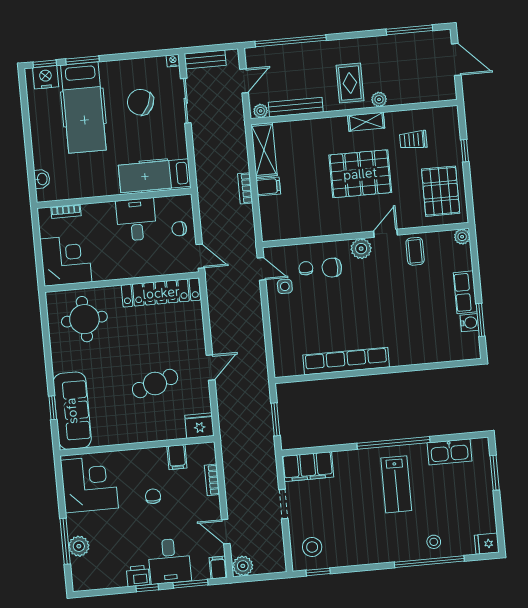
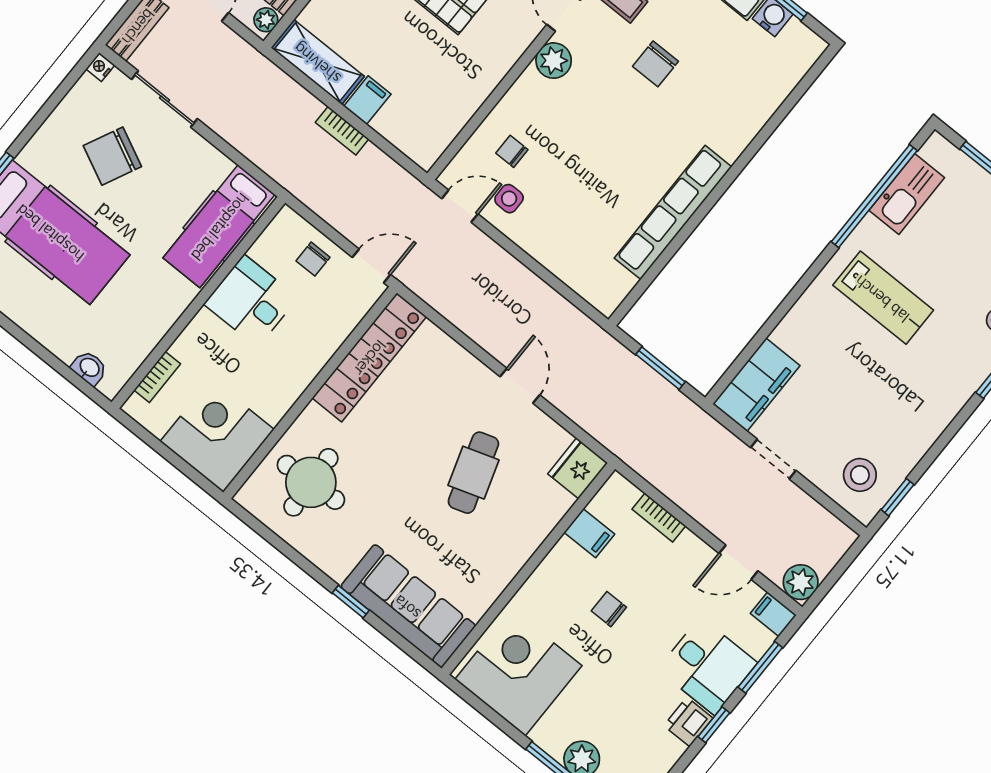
chair: (332, 268) -> (655, 64), moved
window: (53, 408) -> (351, 602), moved
window: (393, 443) -> (874, 196), moved

